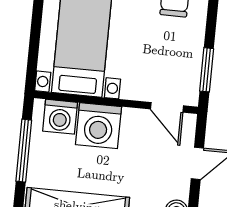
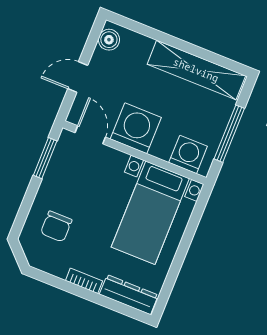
washing machine: (98, 126) -> (136, 128), moved

